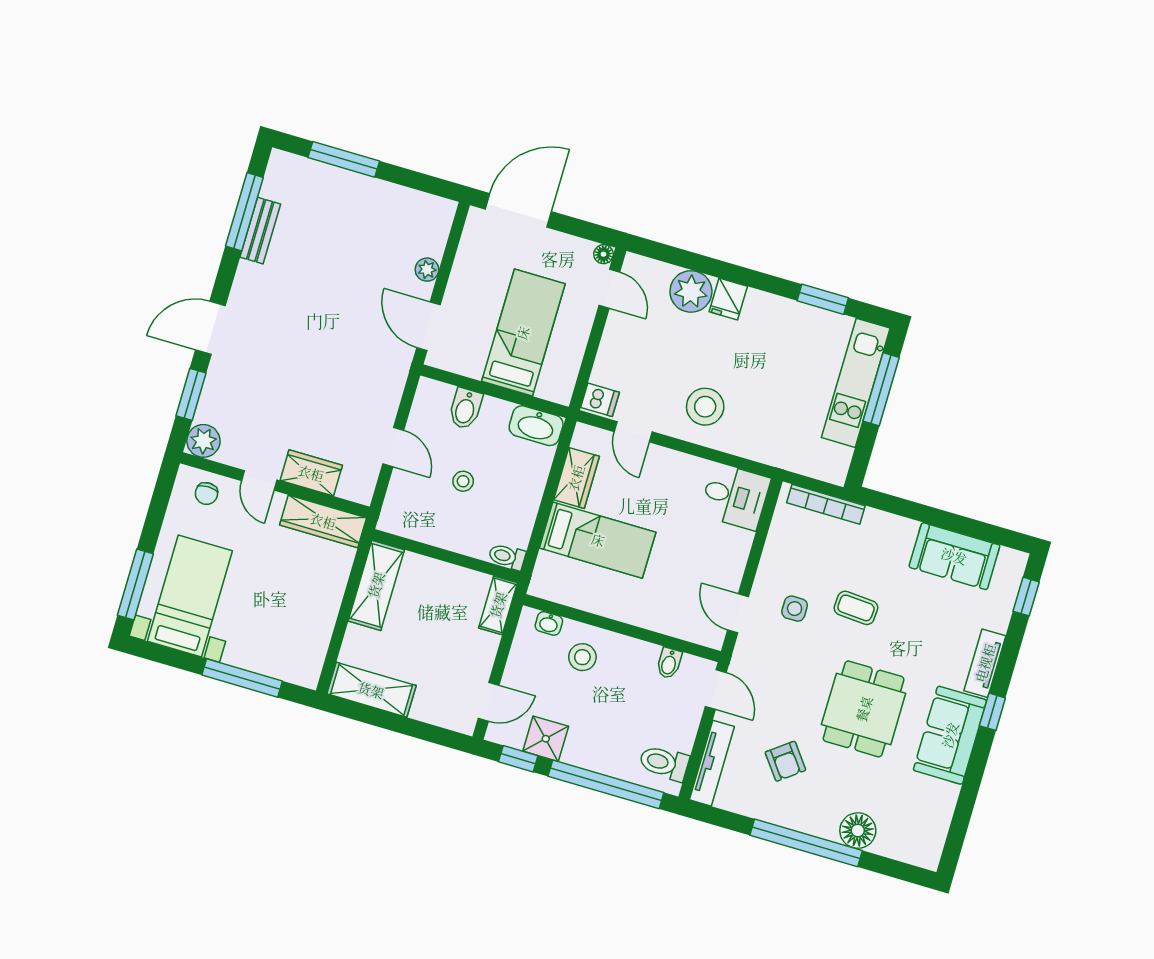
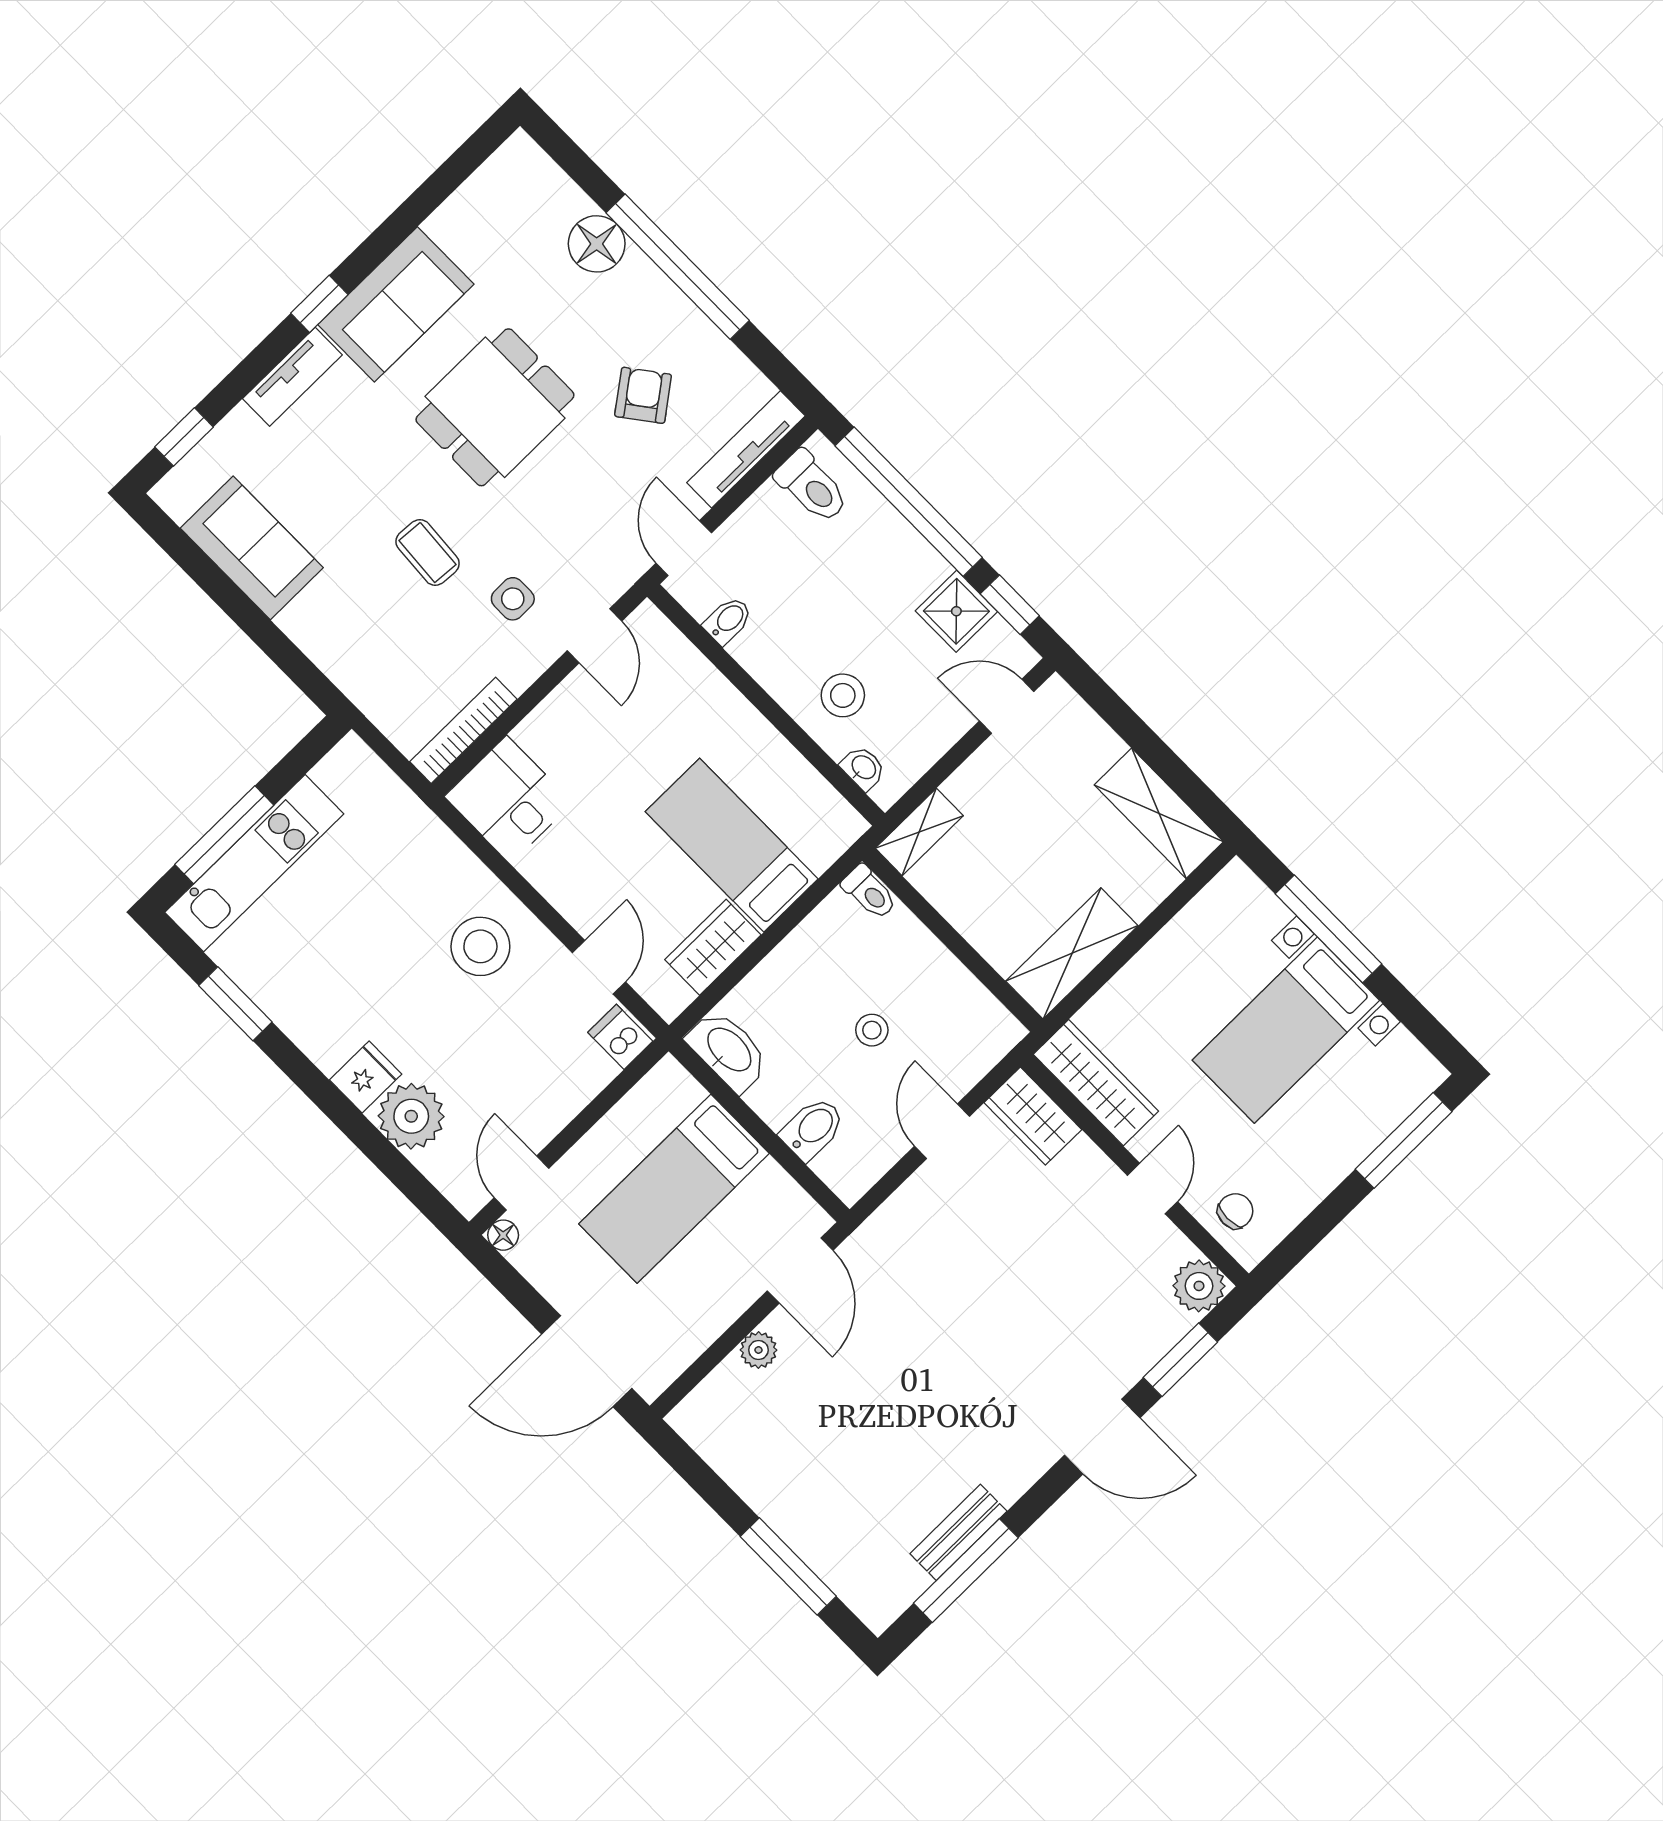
wardrobe: (311, 473) -> (1033, 1116), moved
bookcase: (826, 504) -> (463, 730), moved, turned -90
bed with nightstands: (190, 596) -> (1286, 1030), moved

